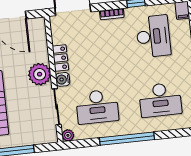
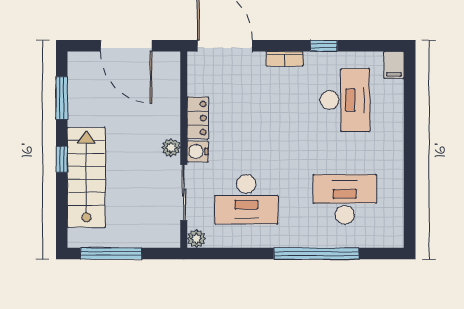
plant: (40, 74) -> (171, 148), width x0.53, depth x0.53
desk: (160, 100) -> (345, 199), turned 180
window: (127, 139) -> (316, 254), moved

